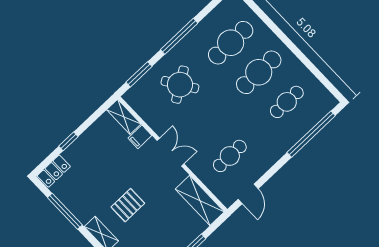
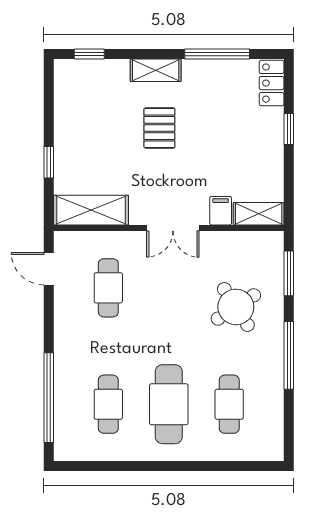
cafe table: (231, 43) -> (229, 404), width x0.73, depth x0.74

